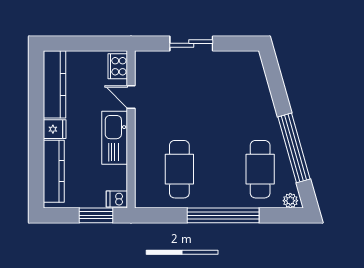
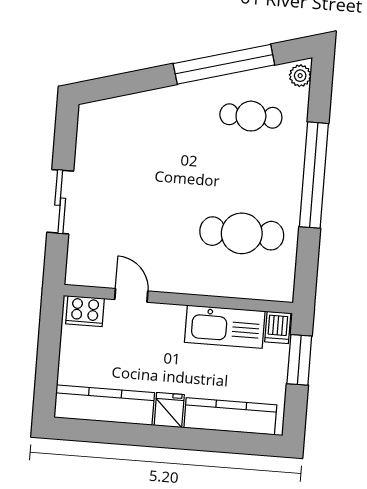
door: (131, 97) -> (131, 295), swing flipped
kitchen sink: (115, 138) -> (225, 327), moved
cafe table: (260, 169) -> (251, 116), width x0.73, depth x0.74

